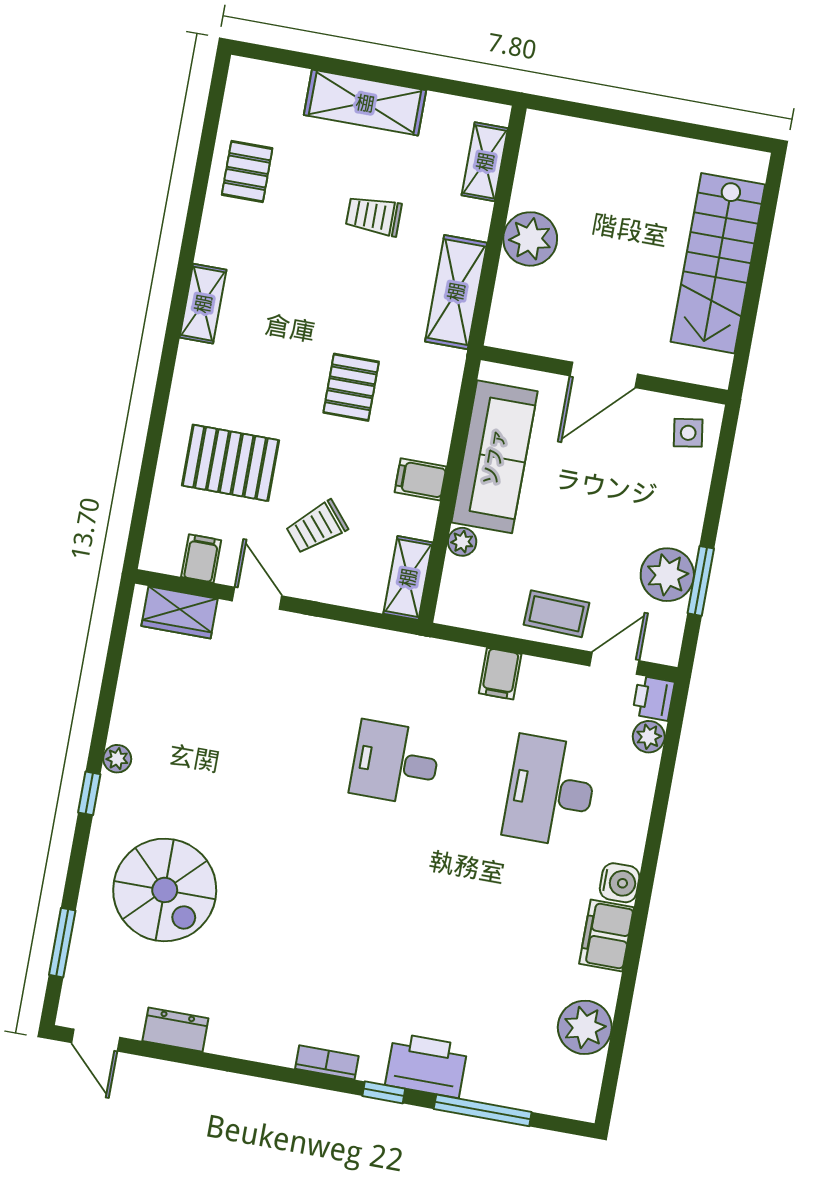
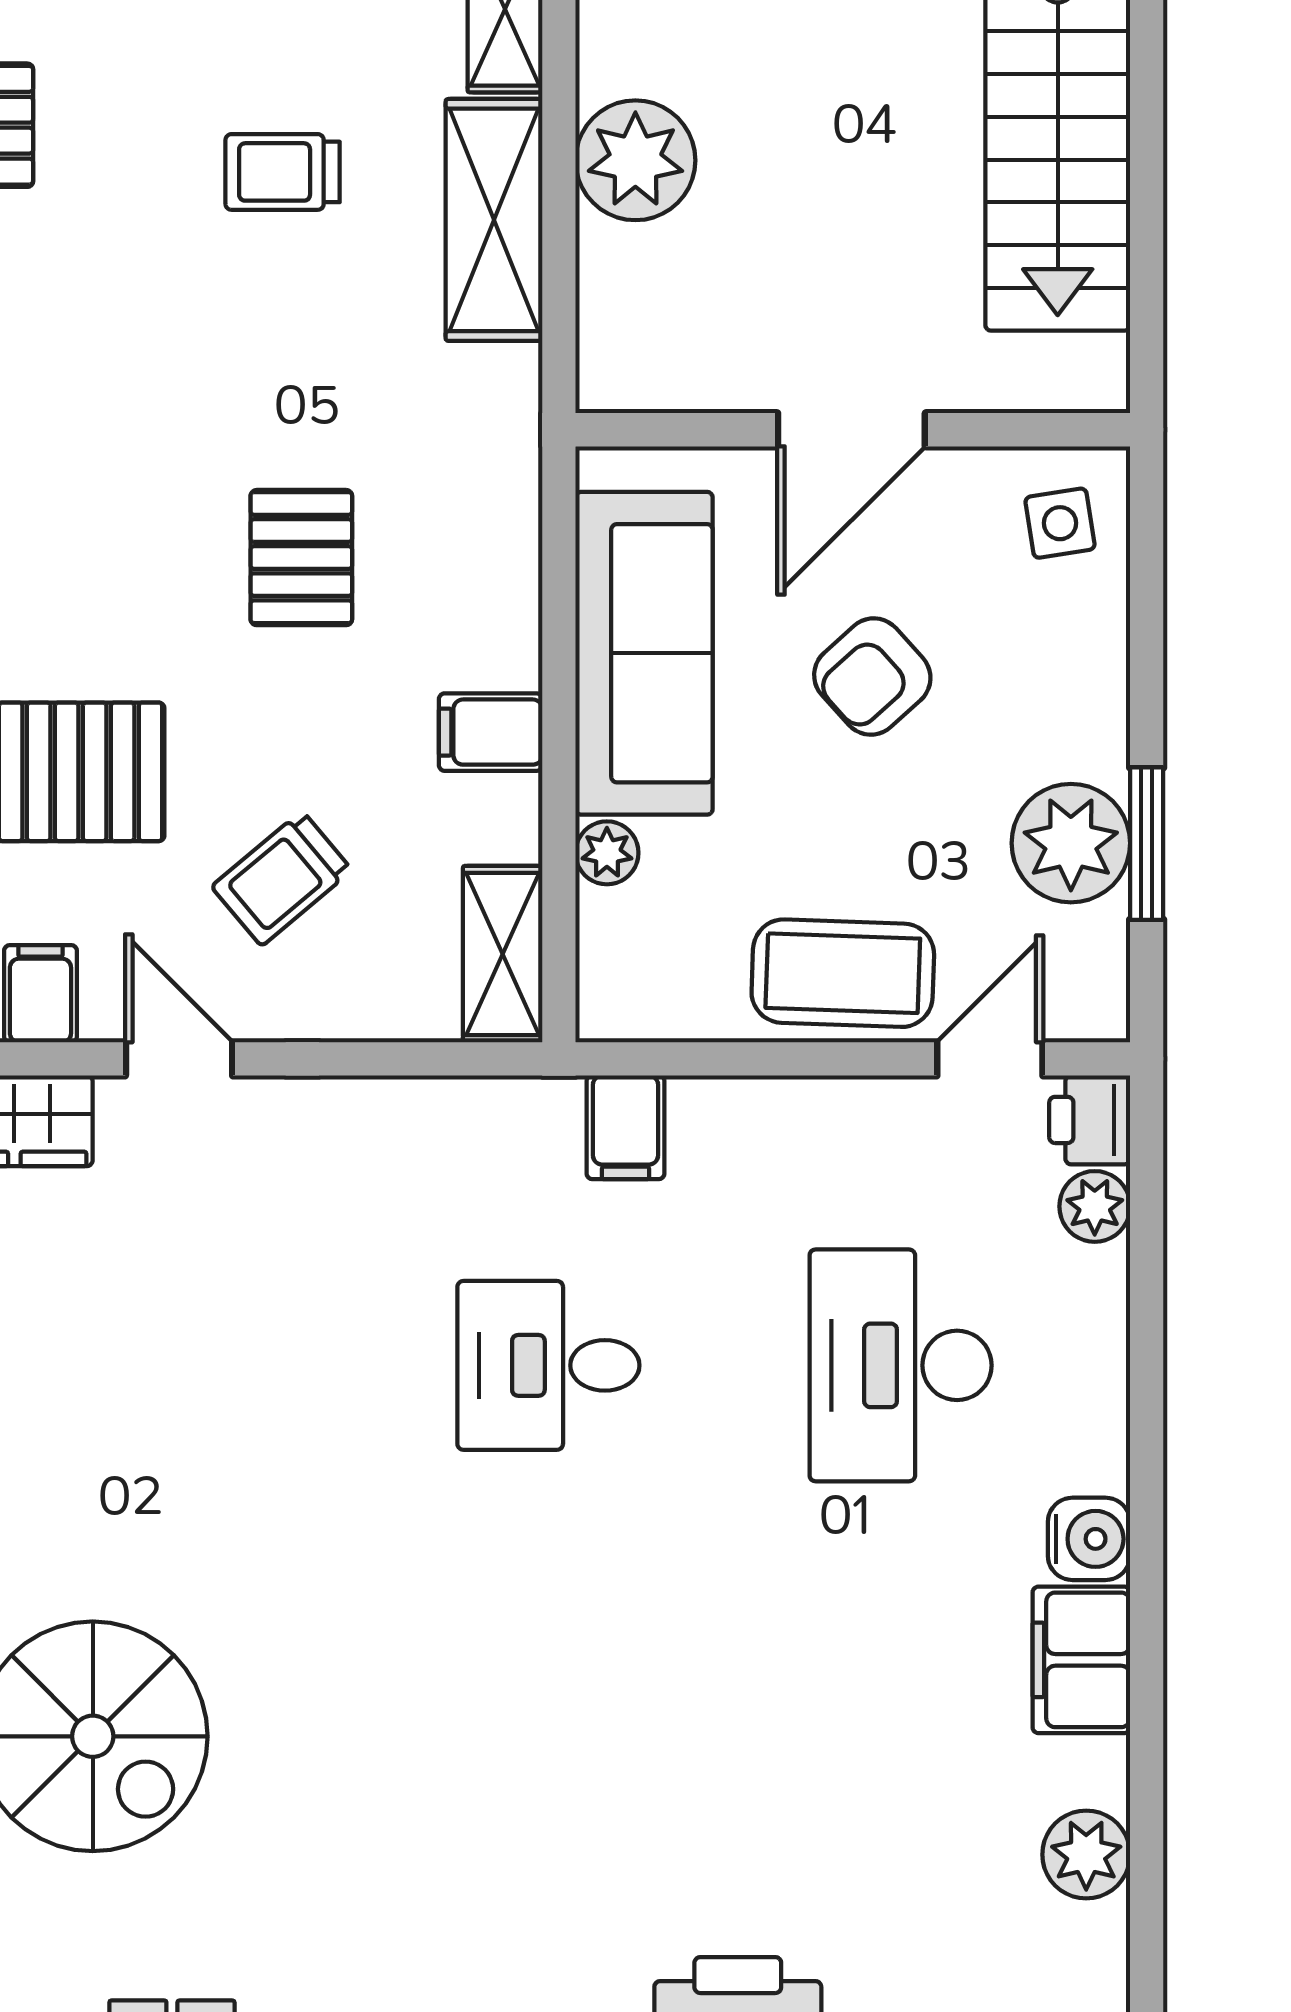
shelving: (456, 292) -> (494, 220), moved
armchair: (593, 485) -> (872, 676), added
coffee table: (556, 614) -> (843, 973), width x1.36, depth x1.30
filing cabinet: (500, 674) -> (625, 1127), moved
plant: (585, 1027) -> (1086, 1855), width x0.73, depth x0.73

